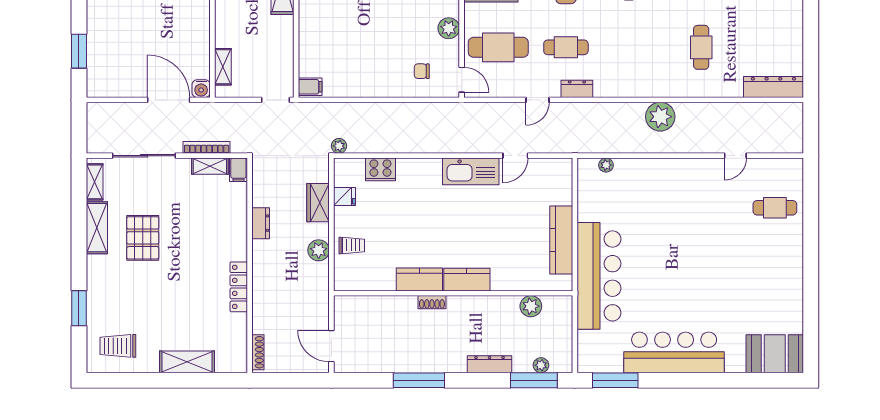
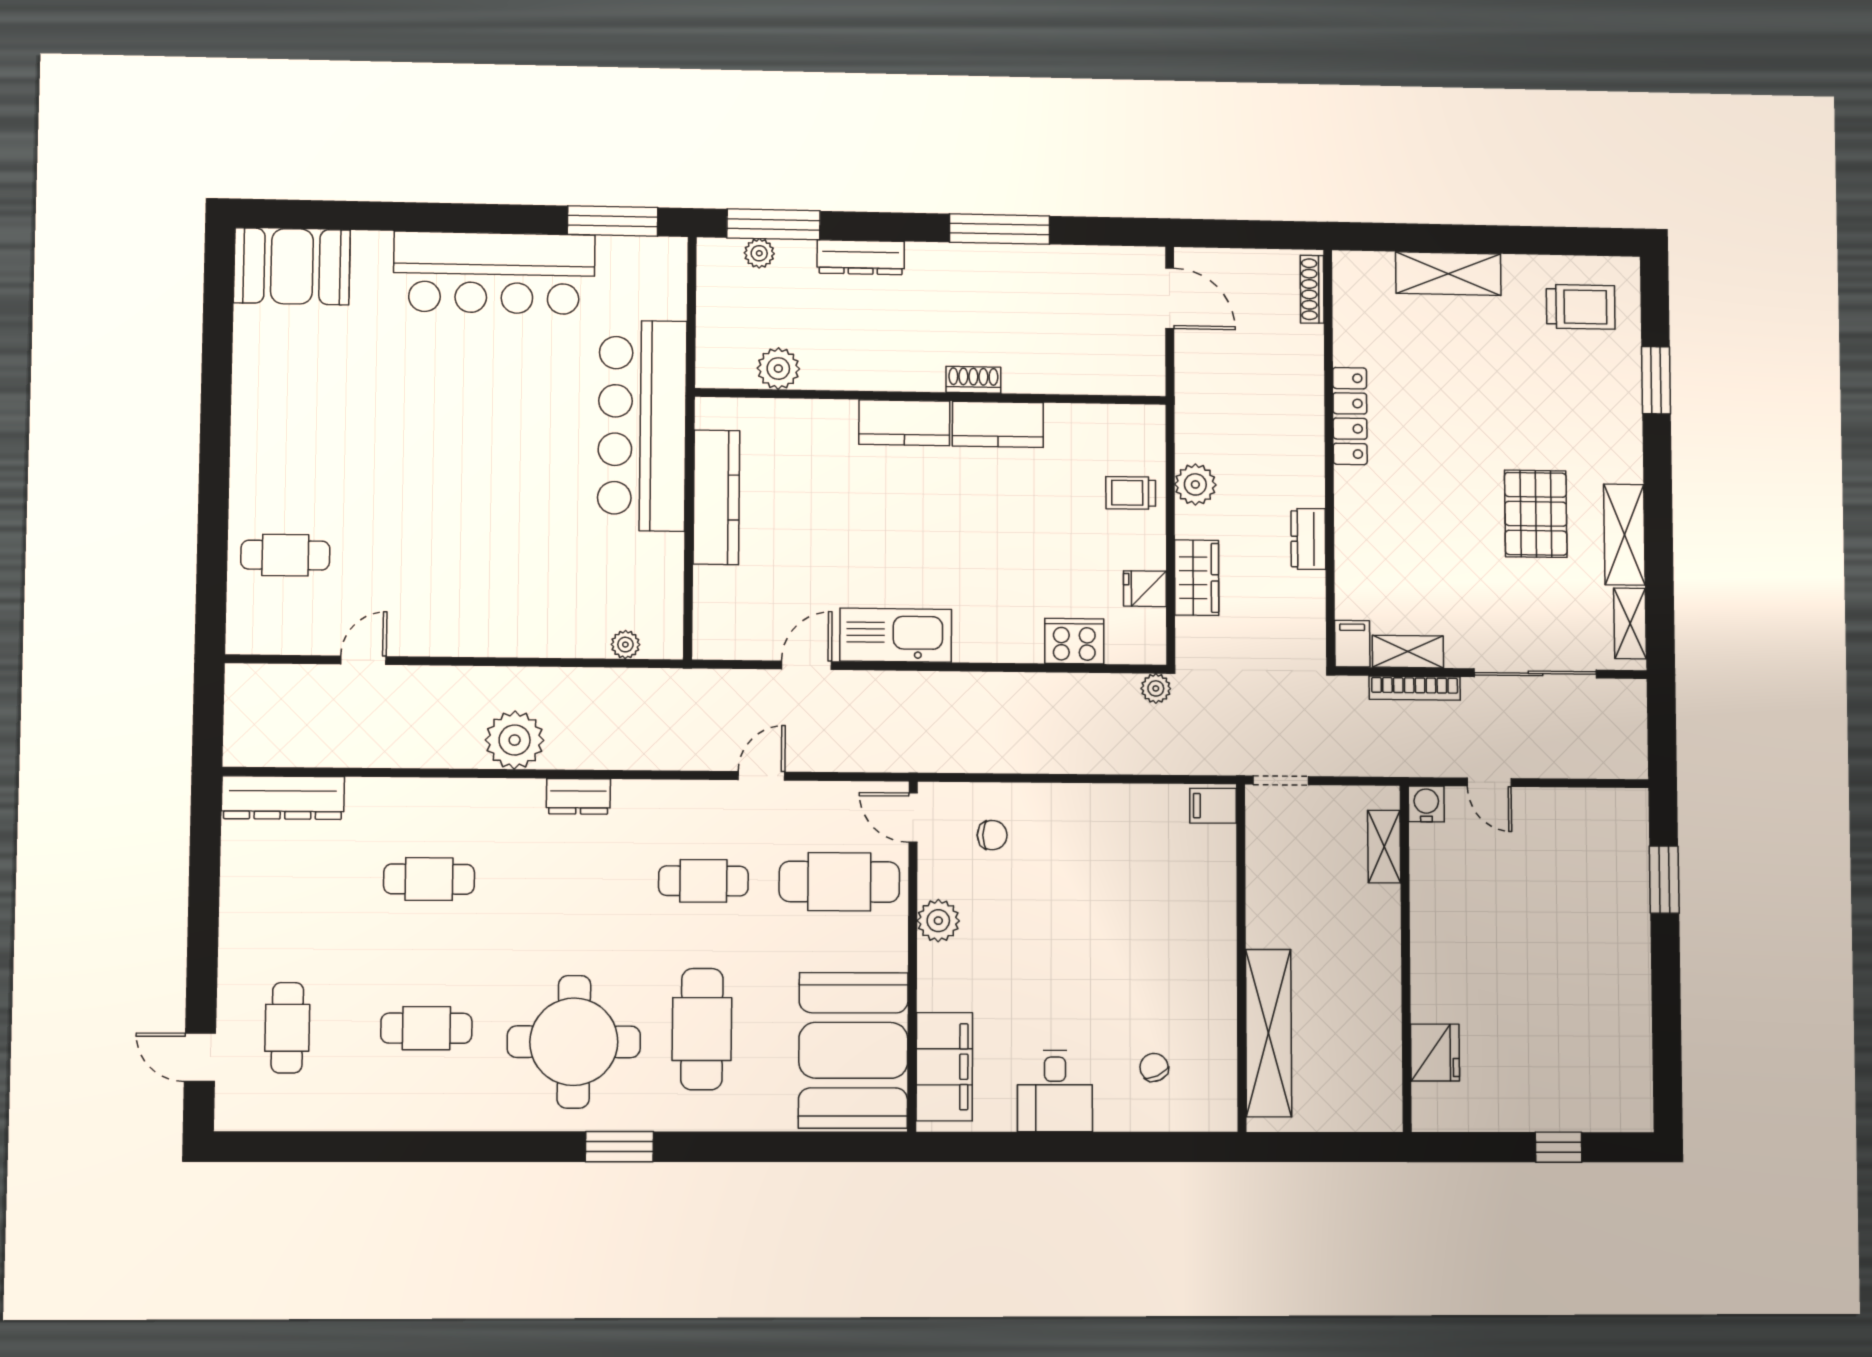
cafe table: (701, 47) -> (429, 879), turned 90
dresser: (577, 89) -> (578, 796), moved
door: (169, 100) -> (1489, 782), width x0.53

